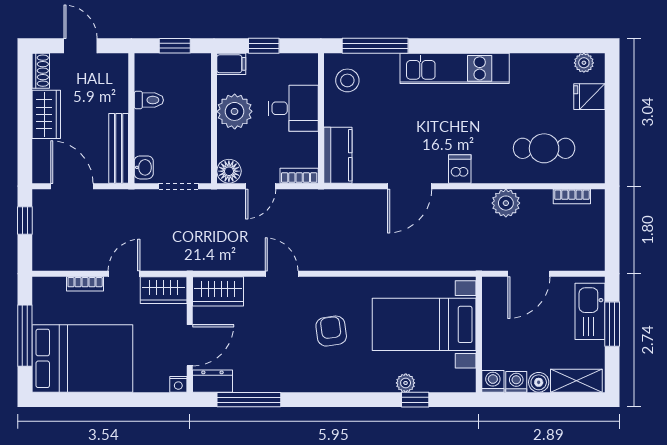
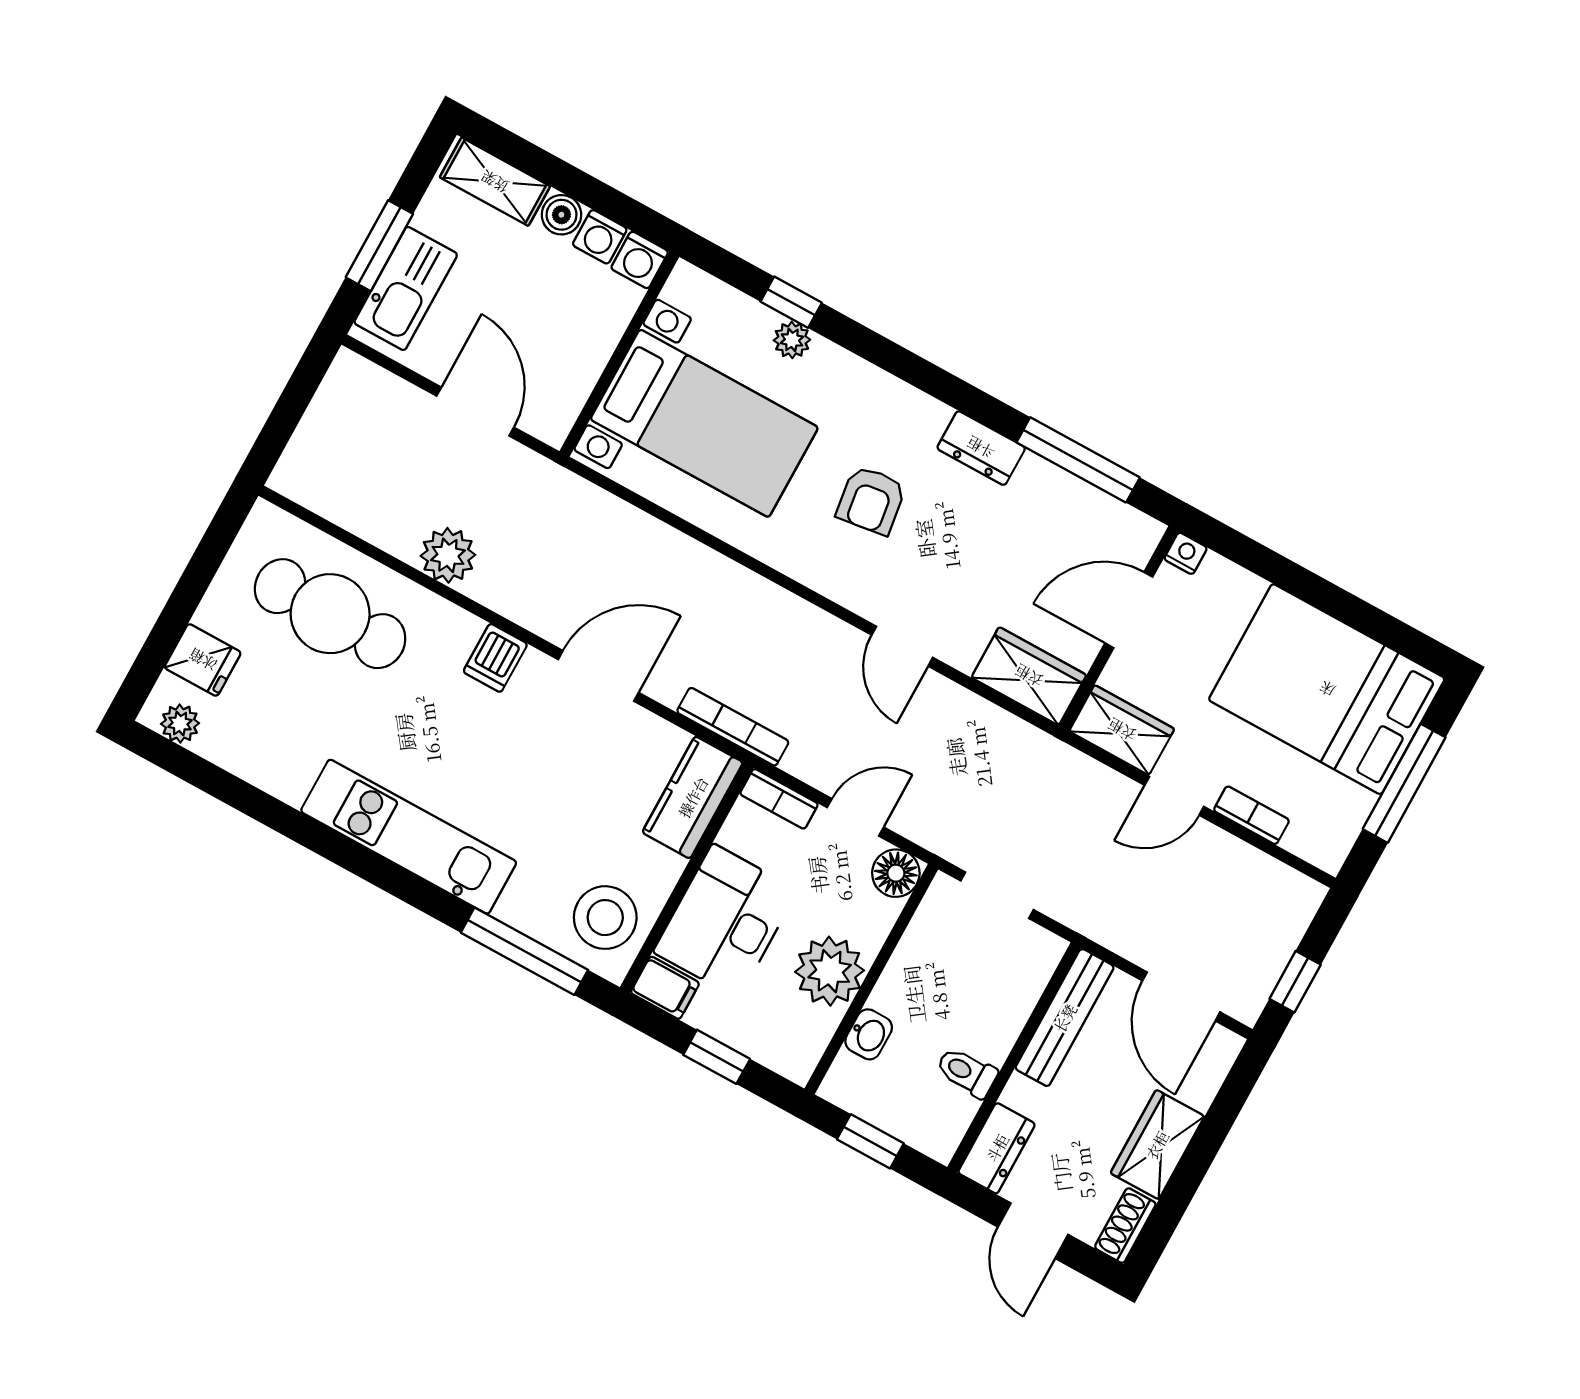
filing cabinet: (231, 64) -> (665, 988), moved, turned 180
dresser: (117, 73) -> (997, 1148), added
stool: (347, 80) -> (605, 918), width x1.38, depth x1.38
desk: (293, 108) -> (725, 921), width x1.37
cafe table: (544, 148) -> (330, 614), width x1.37, depth x1.35
washbasin: (144, 167) -> (869, 1034), moved, turned 180
bookcase: (572, 196) -> (733, 727), moved, width x1.56
door: (529, 274) -> (475, 412), hinge flipped
dresser: (212, 381) -> (981, 448), moved

